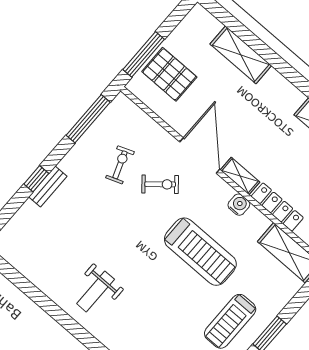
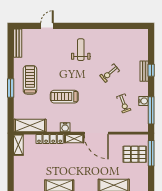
water cooler: (87, 143) -> (143, 101), added
exercise bike: (160, 184) -> (110, 73), moved
treadmill: (200, 252) -> (64, 97), width x0.73, depth x0.73
weight bench: (96, 291) -> (81, 50), moved

